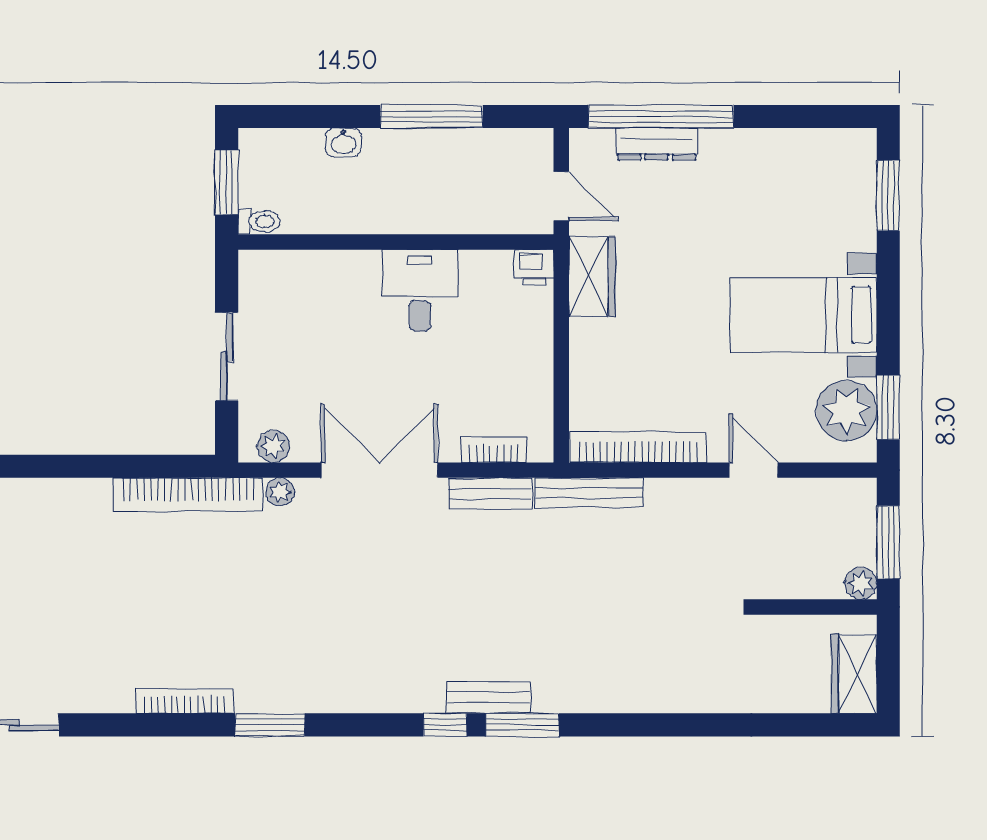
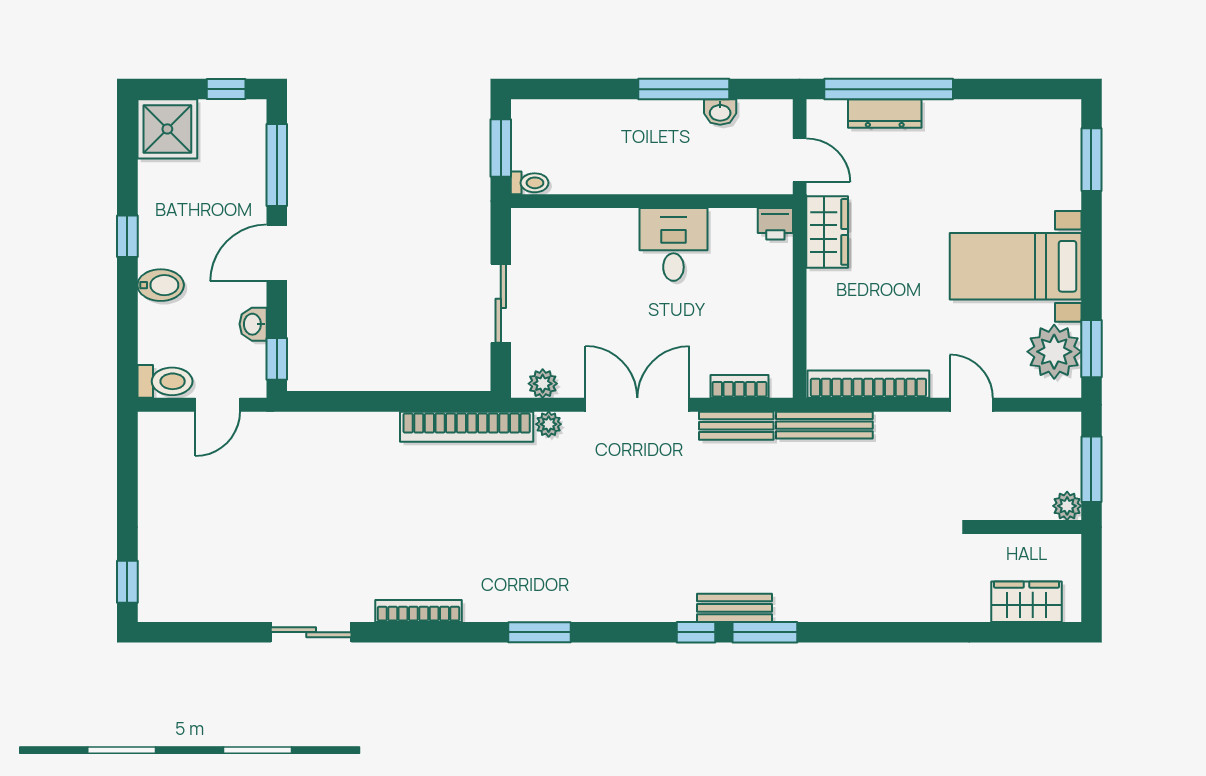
washbasin: (343, 142) -> (720, 112), moved
wardrobe: (854, 674) -> (1027, 602), moved, turned 90
bookcase: (185, 701) -> (419, 611), moved

